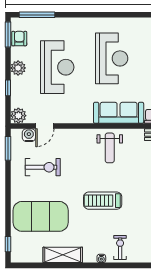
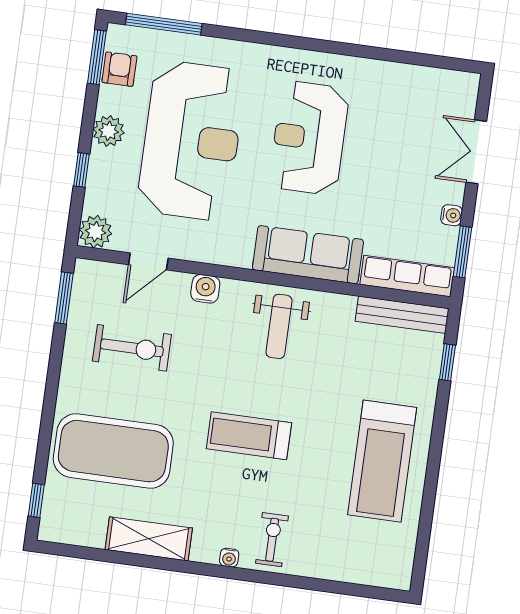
reception desk: (112, 58) -> (309, 138), turned 180
reception desk: (57, 67) -> (191, 141), width x1.36, depth x1.30
water cooler: (29, 135) -> (205, 289), moved

